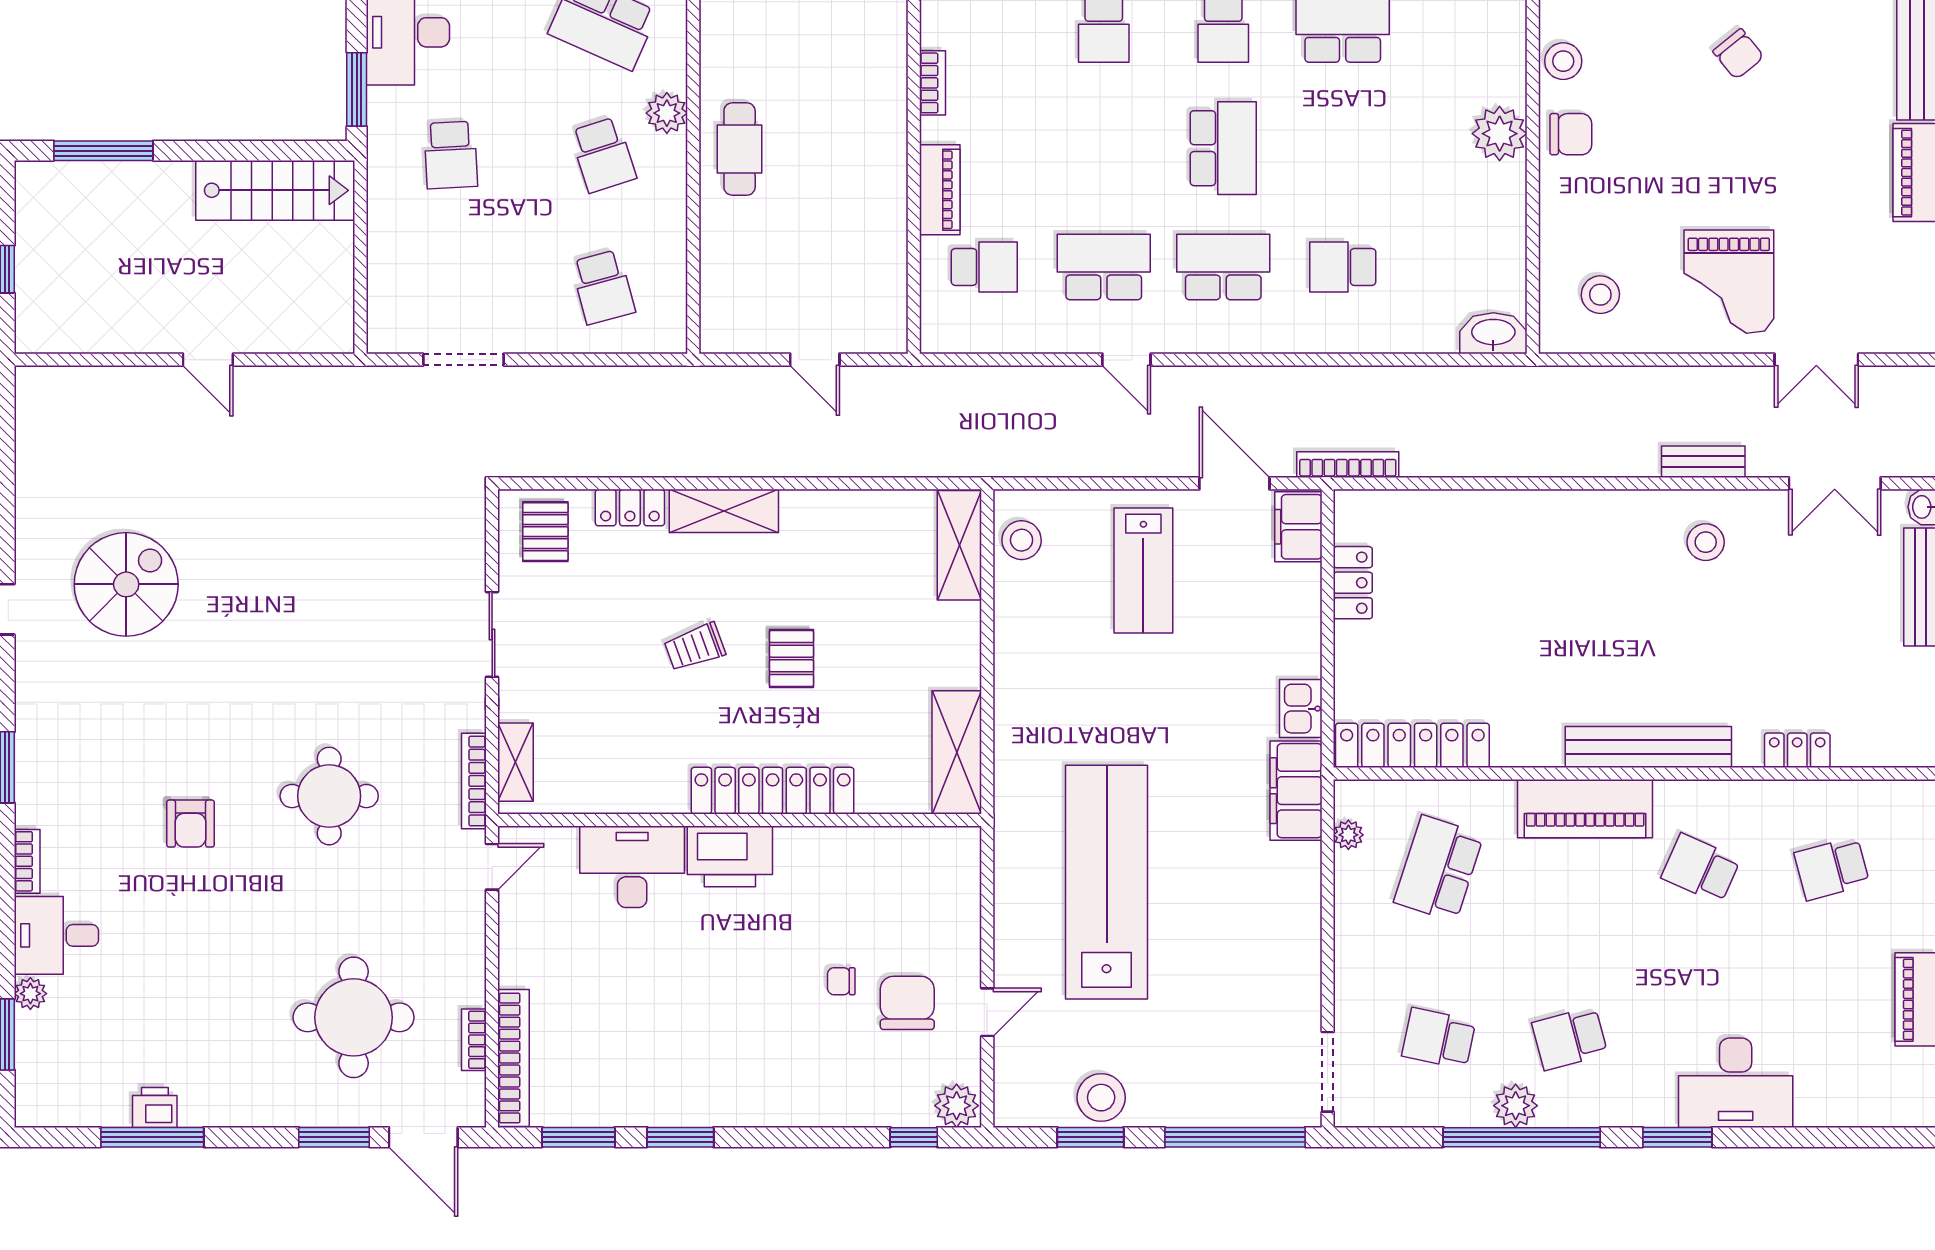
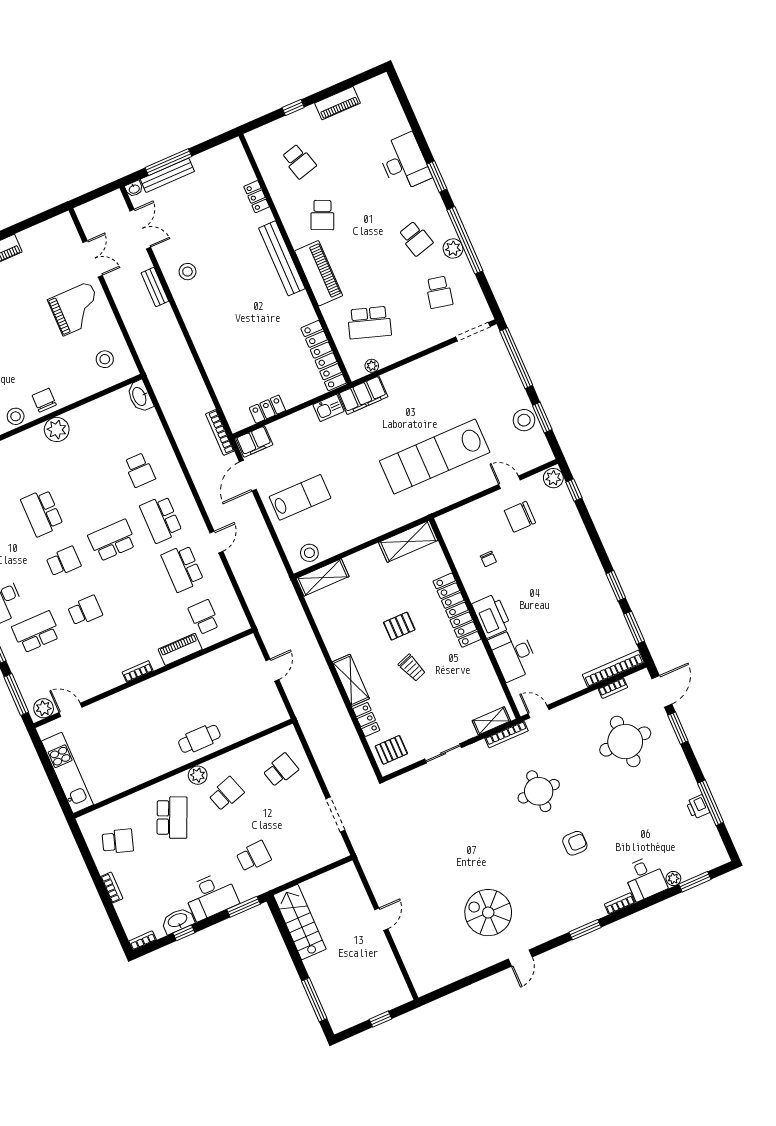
chair: (841, 981) -> (488, 559), moved

